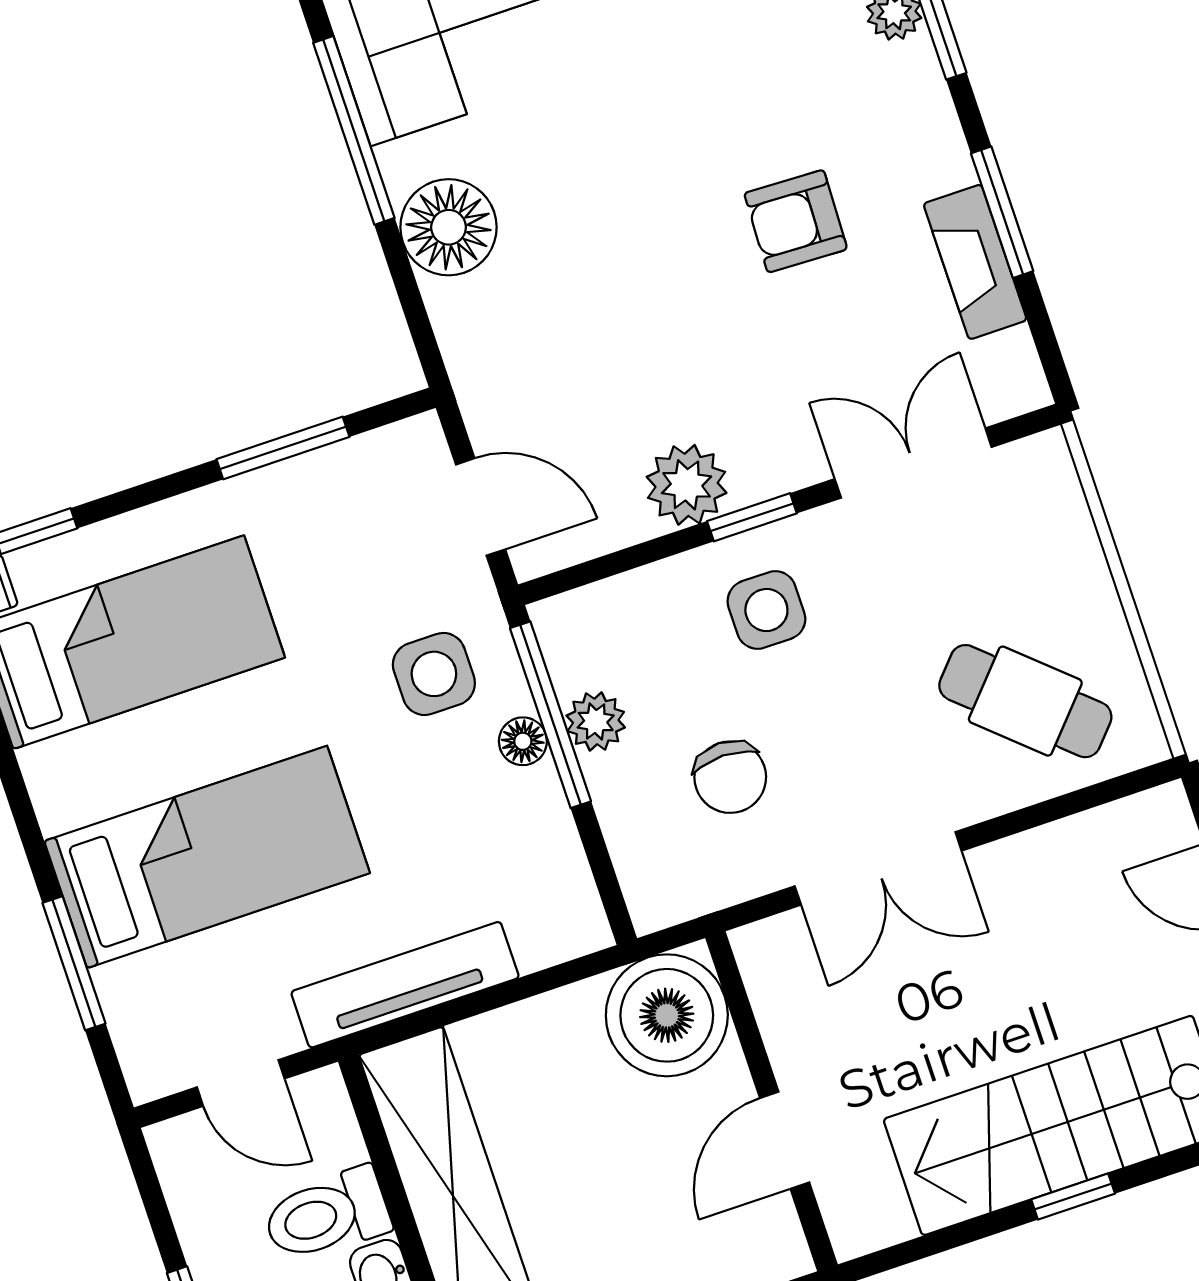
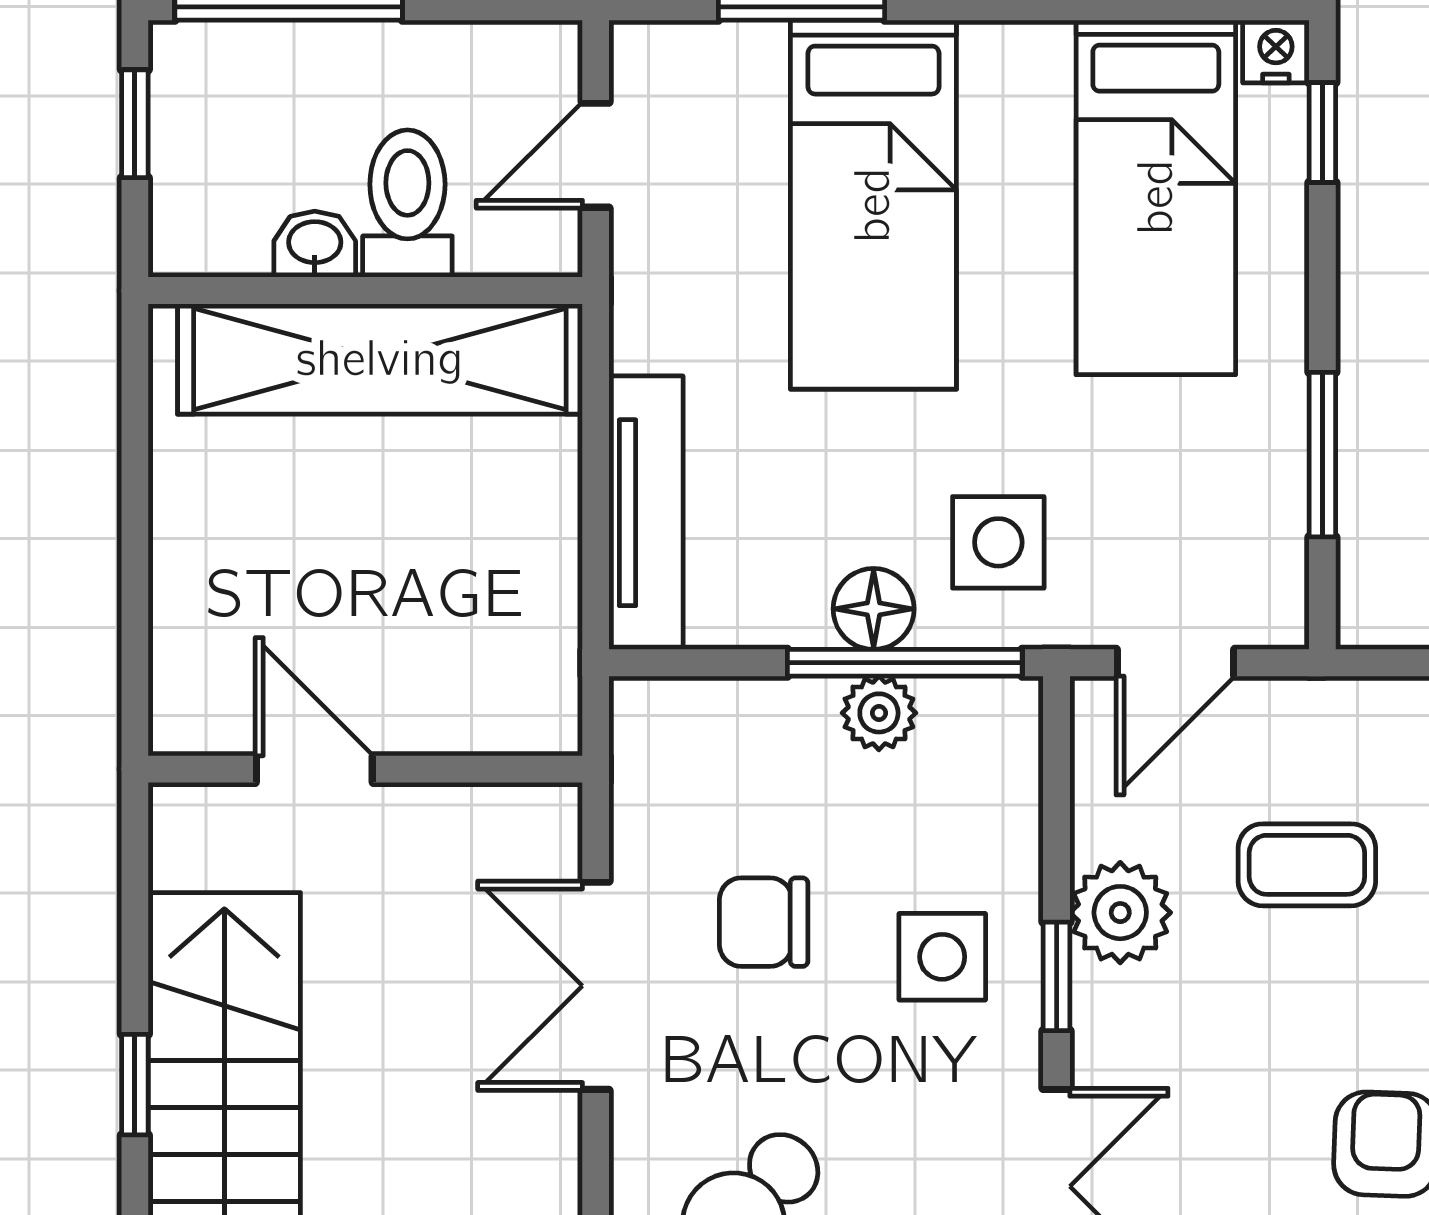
coffee table: (602, 354) -> (1307, 865), added
floor lamp: (523, 741) -> (874, 609), width x1.37, depth x1.37
chair: (730, 777) -> (764, 922), moved
tv unit: (405, 985) -> (646, 513), moved
boiler: (667, 1015) -> (507, 680), removed

